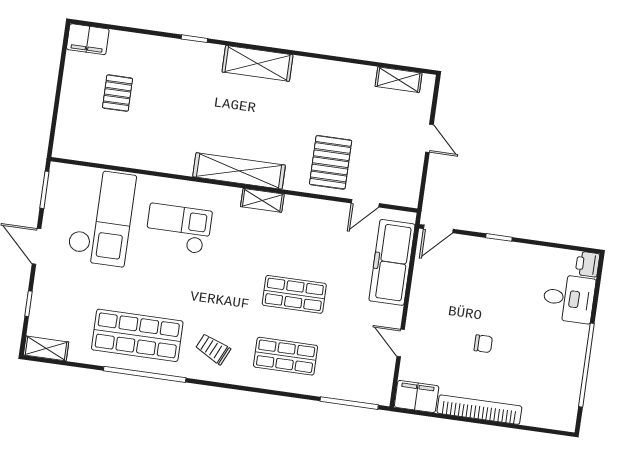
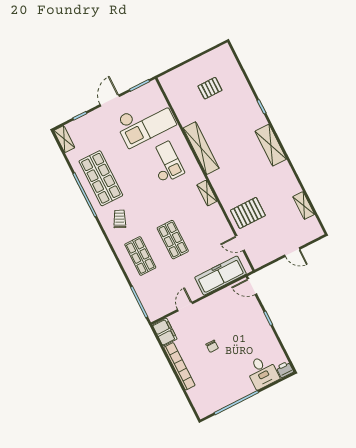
filing cabinet: (88, 39) -> (226, 56), removed
shelving: (399, 80) -> (304, 205), moved
door: (429, 138) -> (292, 252), hinge flipped
shelving: (239, 171) -> (201, 148), moved

